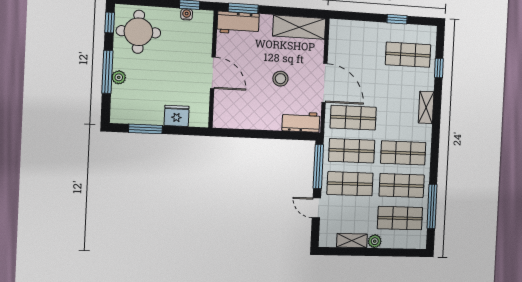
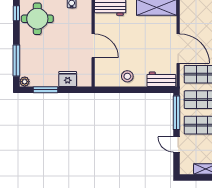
window: (107, 72) -> (16, 61), moved
plant: (119, 77) -> (25, 82), moved
stool: (280, 79) -> (127, 76), moved

